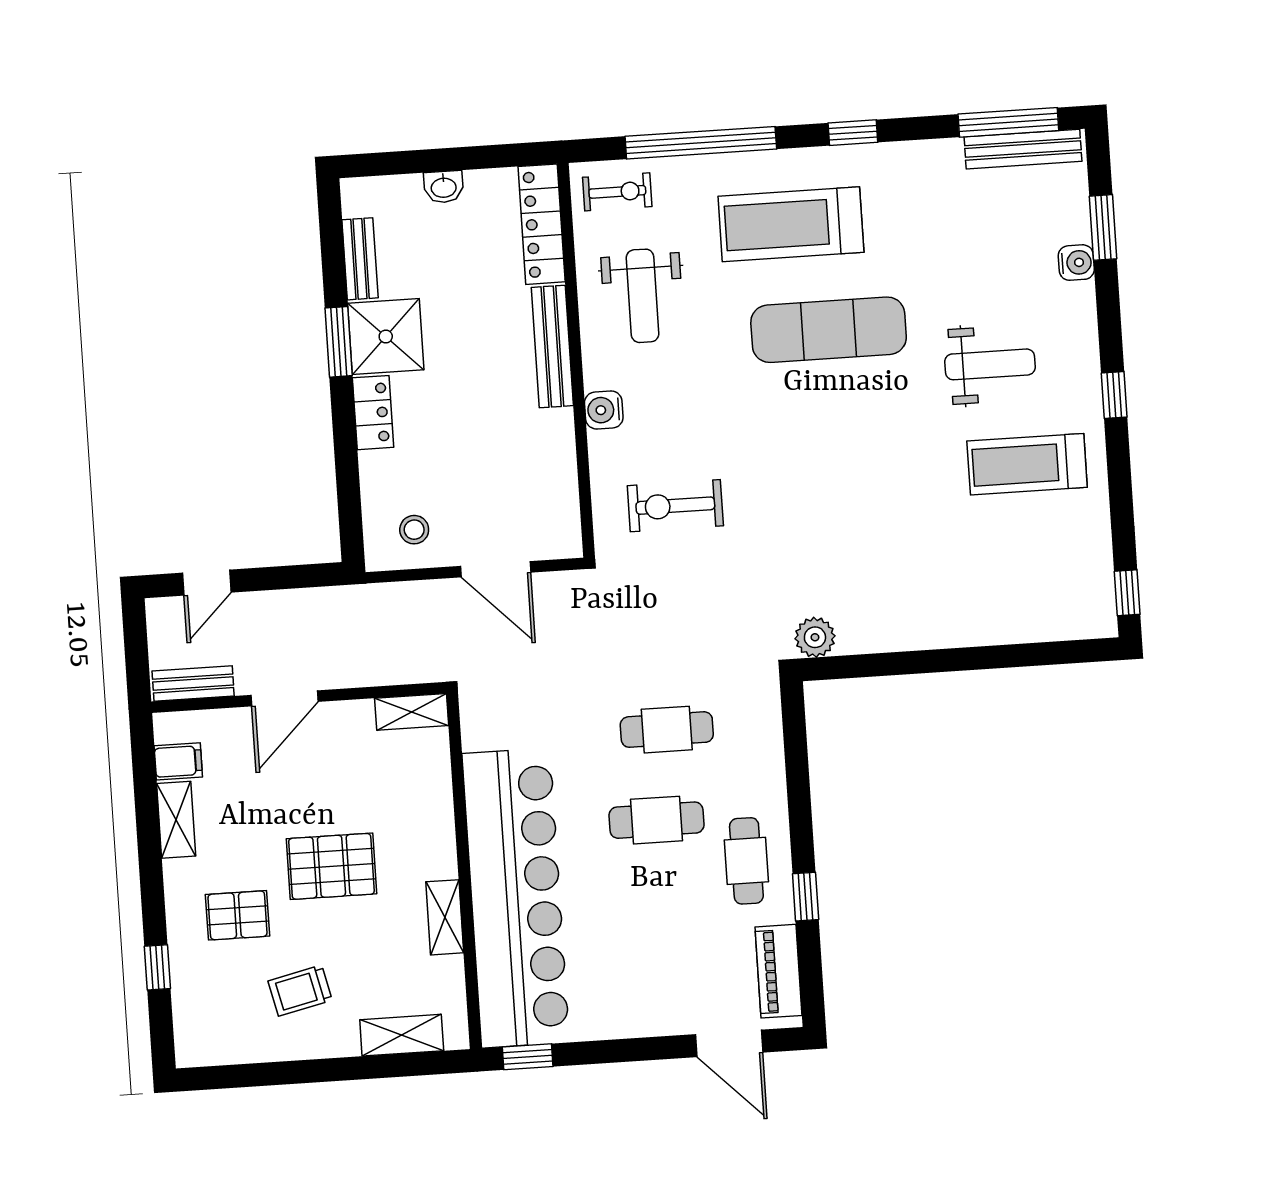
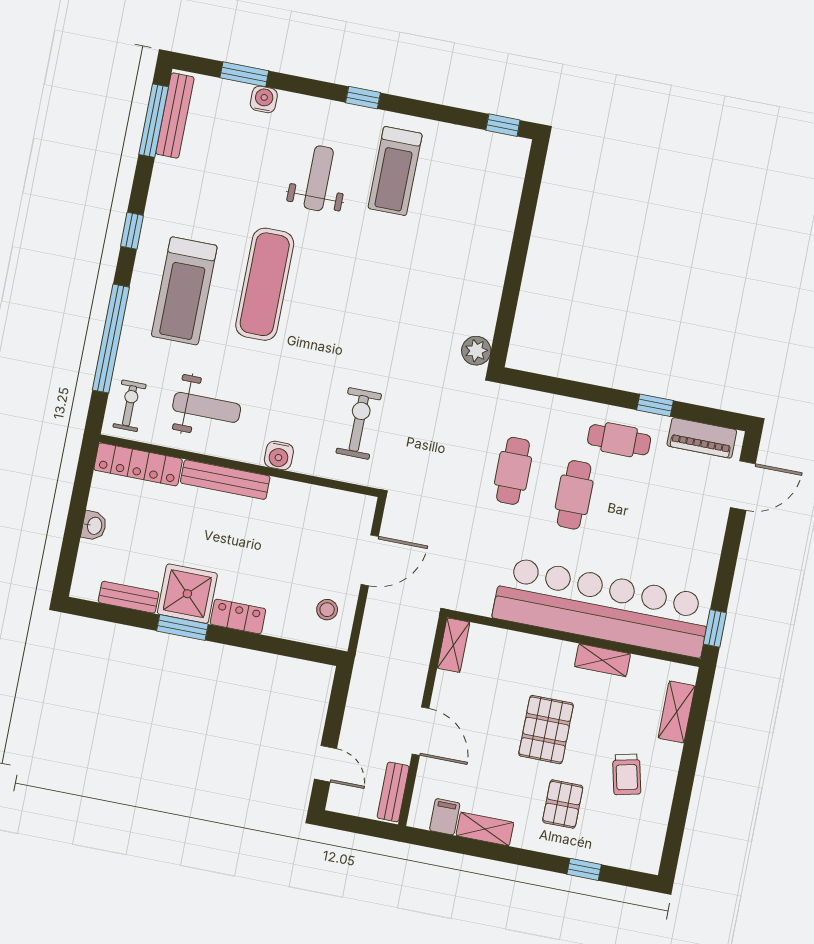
exercise bike: (675, 506) -> (359, 423), turned 180

